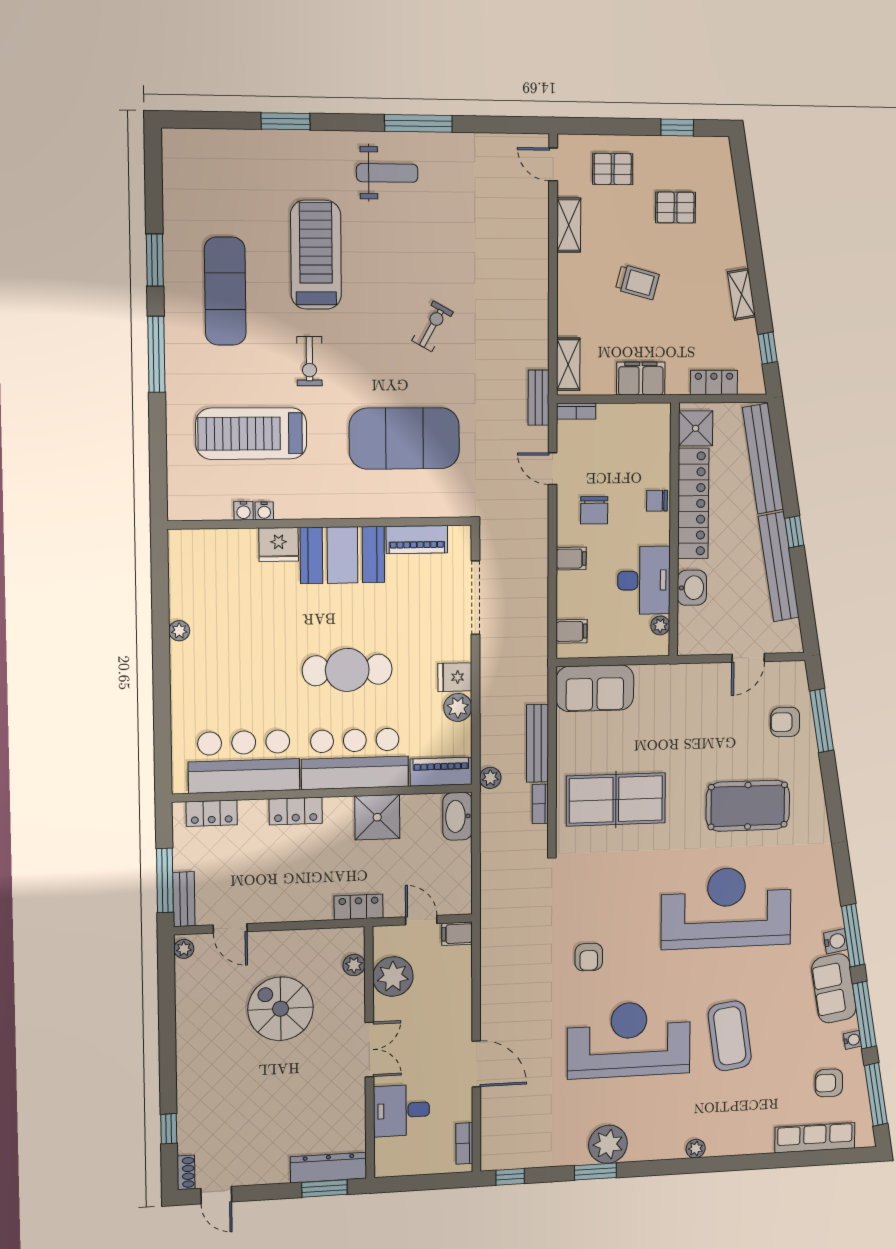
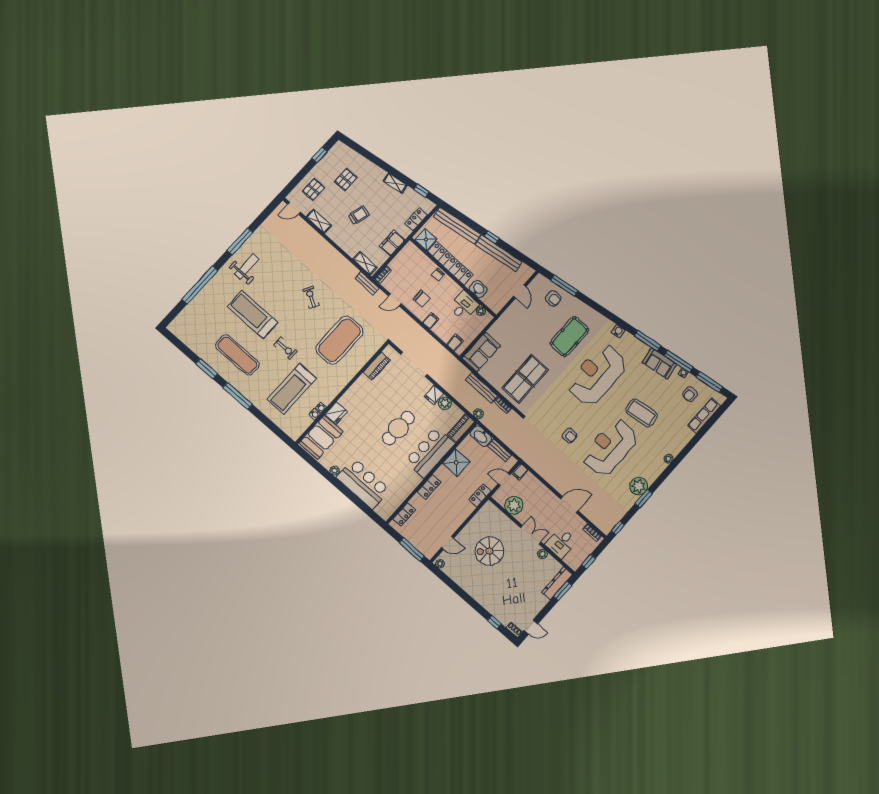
window: (286, 121) -> (200, 285), width x2.11
booth: (342, 555) -> (321, 437), moved
desk: (644, 580) -> (464, 306), width x0.73
armchair: (785, 722) -> (553, 298), turned -90
bar counter: (244, 761) -> (363, 484), moved, turned 90
bench: (184, 899) -> (500, 450), moved
water cooler: (836, 941) -> (618, 331), moved
plant: (354, 965) -> (542, 554), moved
window: (411, 1183) -> (588, 562), added

